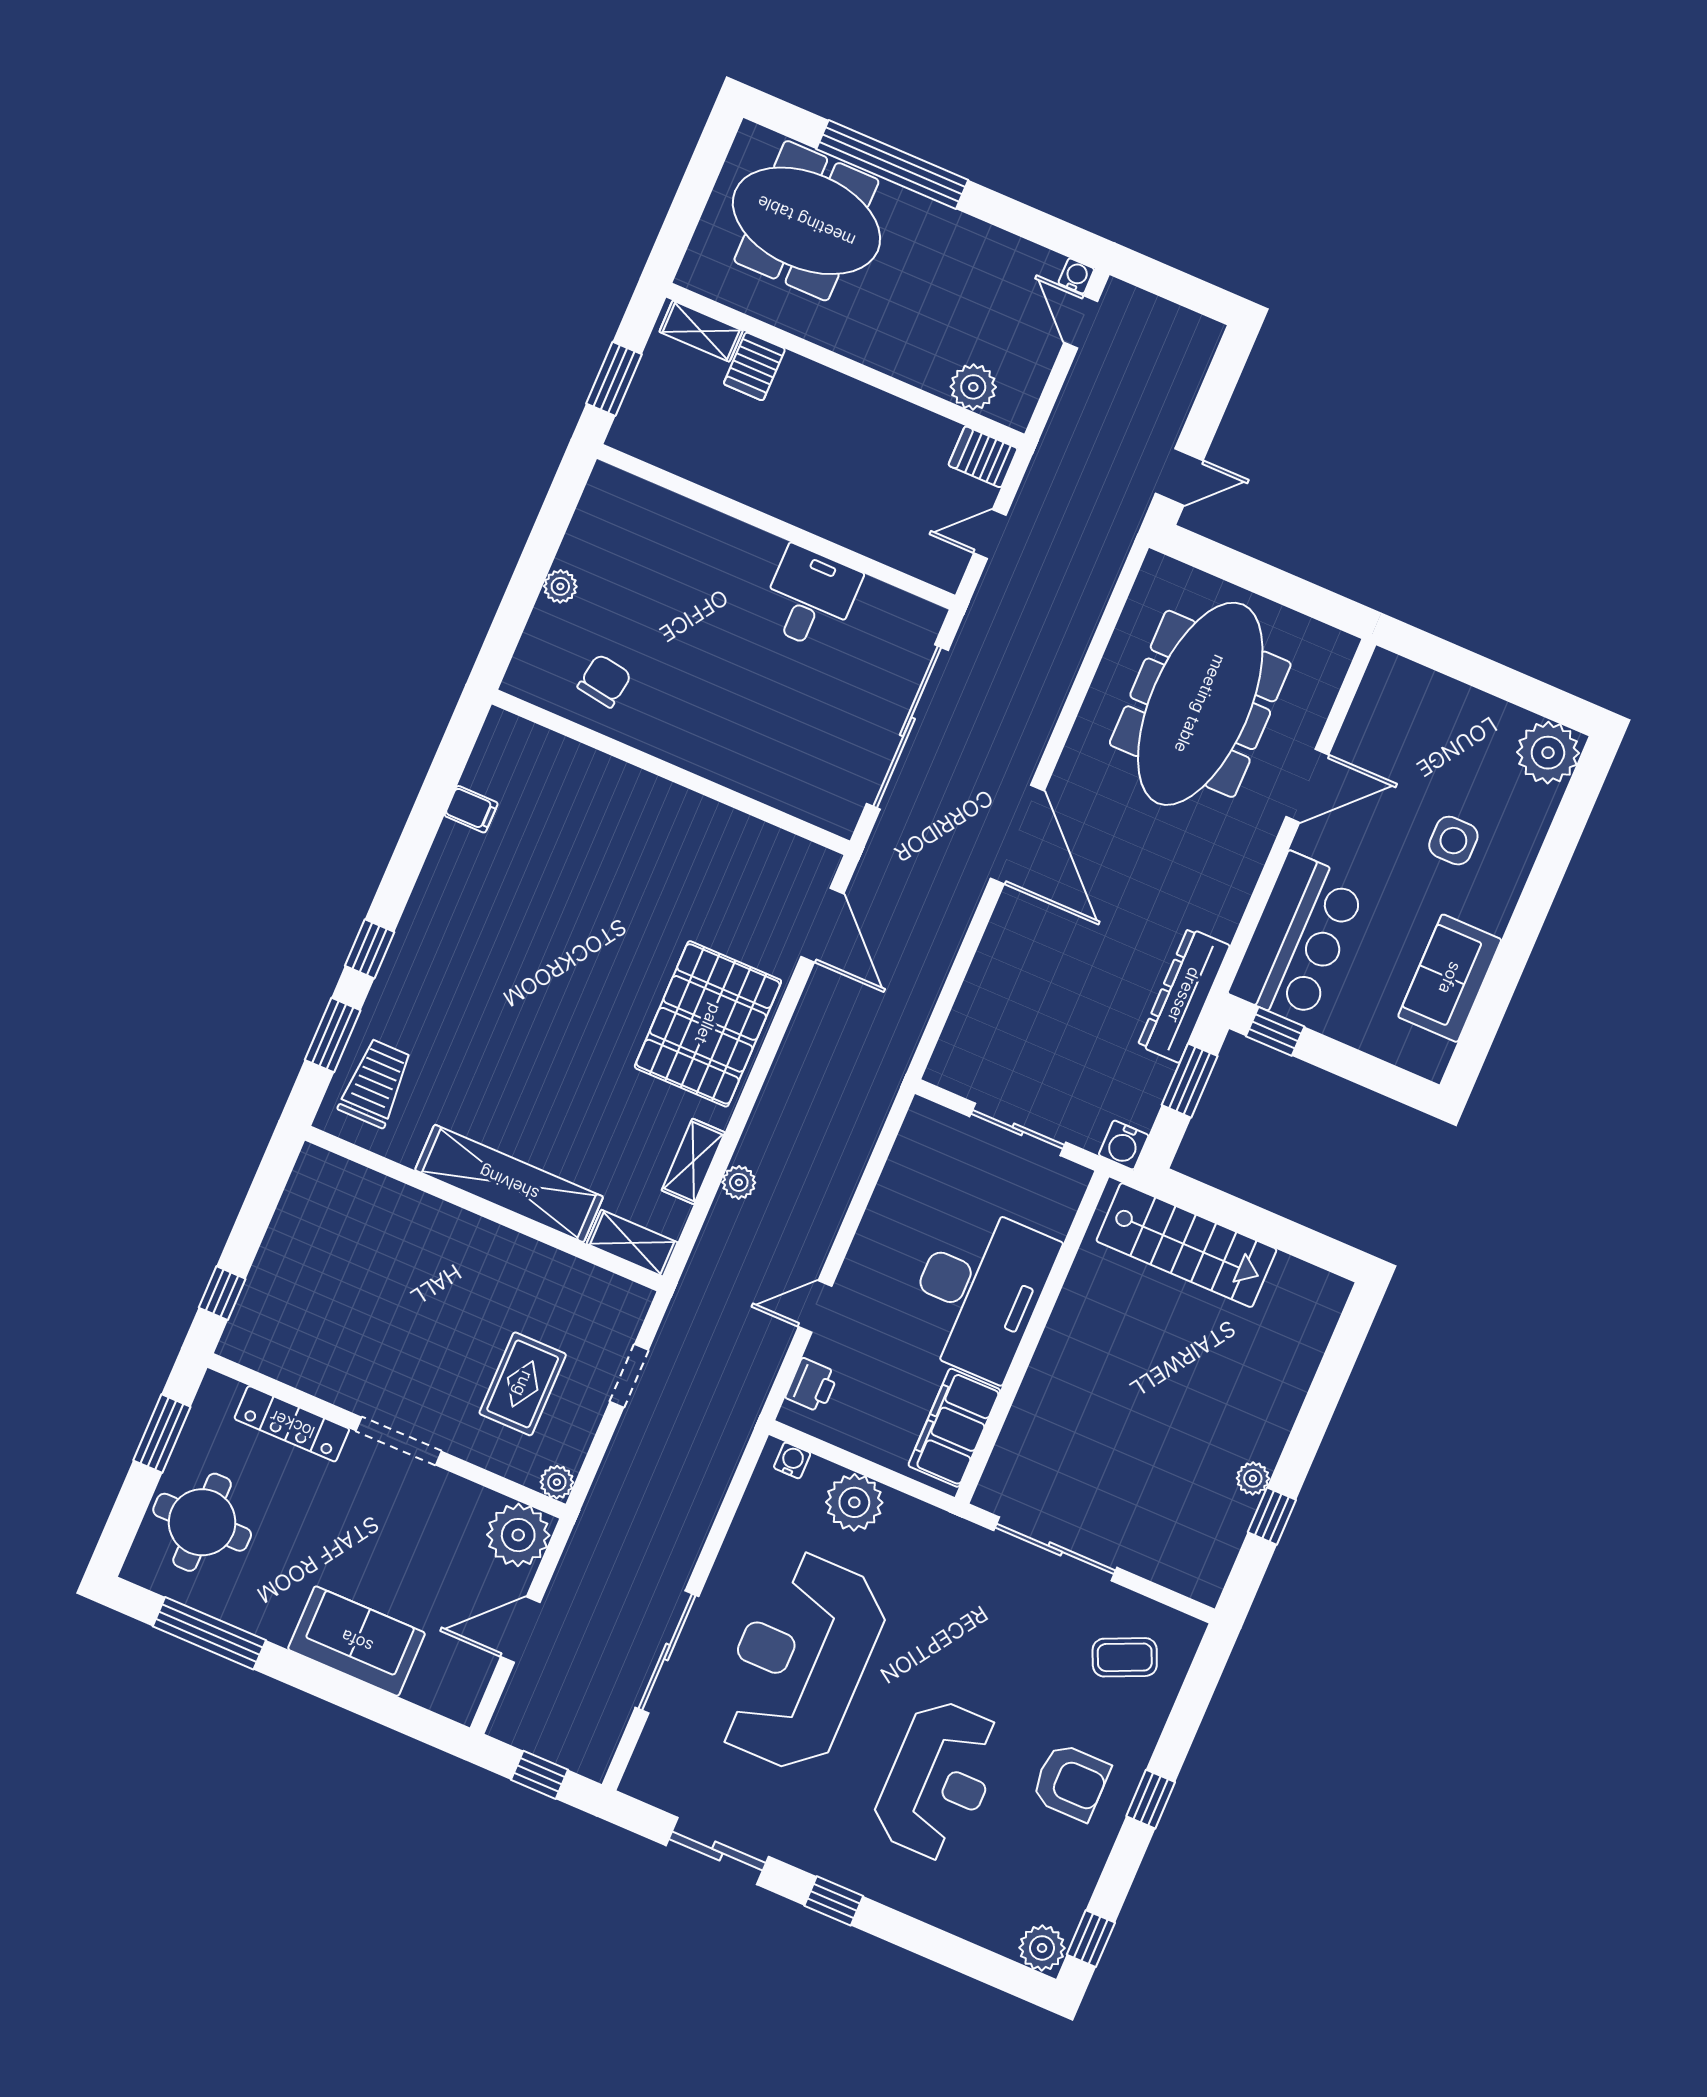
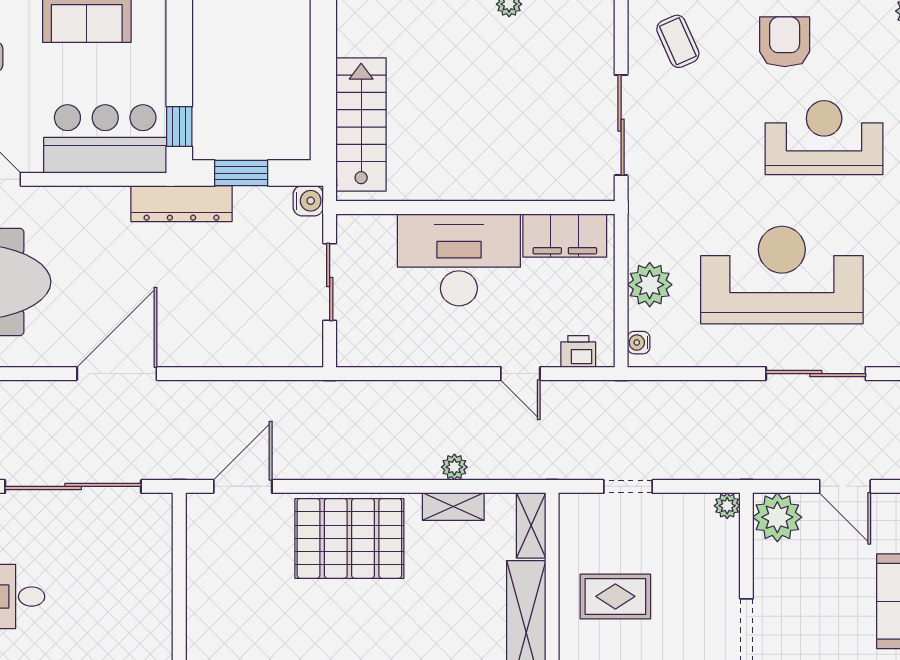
rug: (523, 1384) -> (615, 596), moved
reception desk: (799, 1662) -> (782, 275), turned 180

